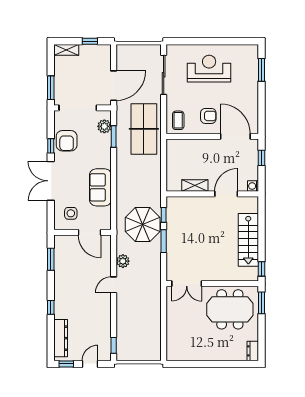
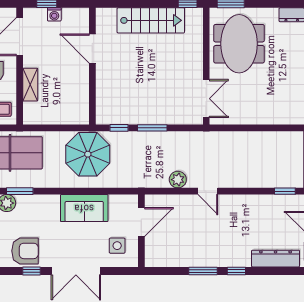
shelving: (195, 185) -> (30, 85), moved
washing machine: (253, 186) -> (54, 14), moved
parasol: (143, 225) -> (88, 154), moved
window: (51, 259) -> (203, 271), moved

